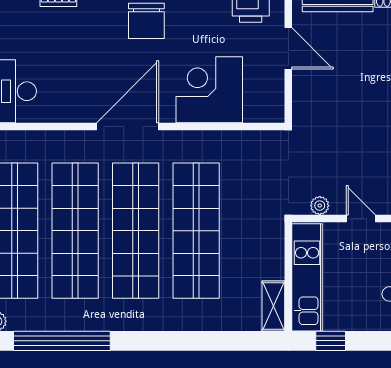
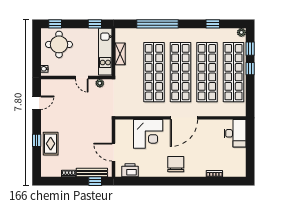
shelving: (273, 306) -> (120, 54), moved
window: (62, 341) -> (213, 24), width x0.32
window: (188, 341) -> (158, 24), added

